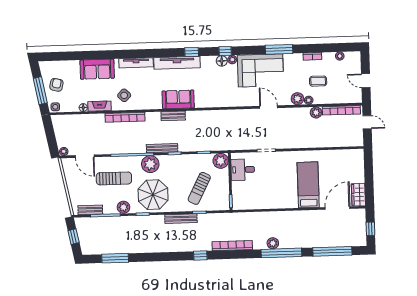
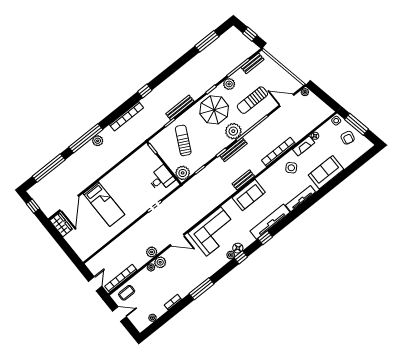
corner sofa: (260, 70) -> (214, 231), moved, turned 180
coffee table: (318, 81) -> (127, 293), moved
plant: (316, 112) -> (152, 252), moved
door: (367, 122) -> (95, 284), swing flipped

